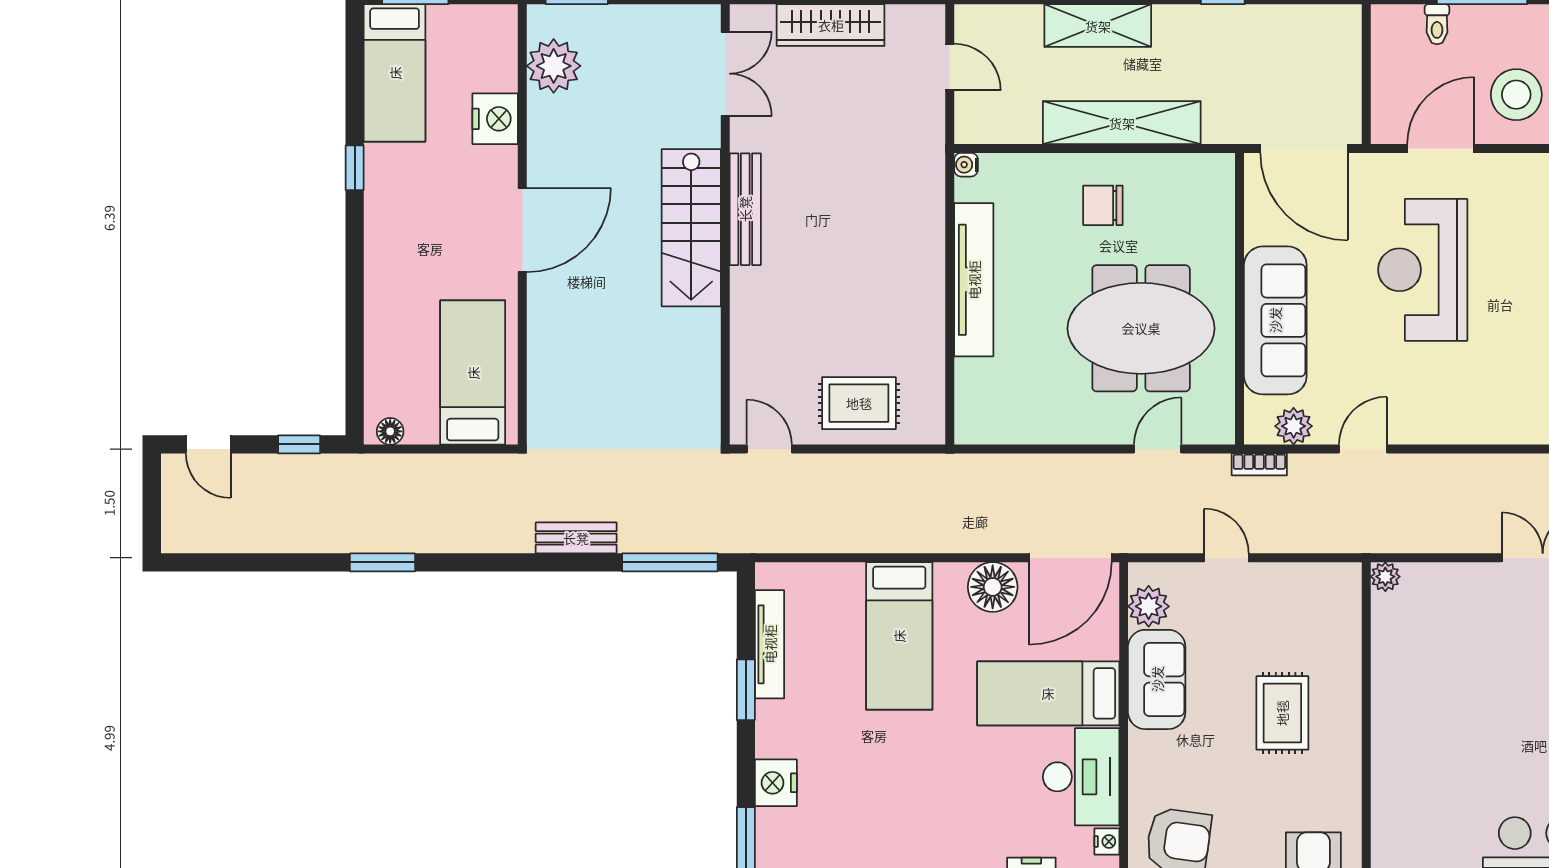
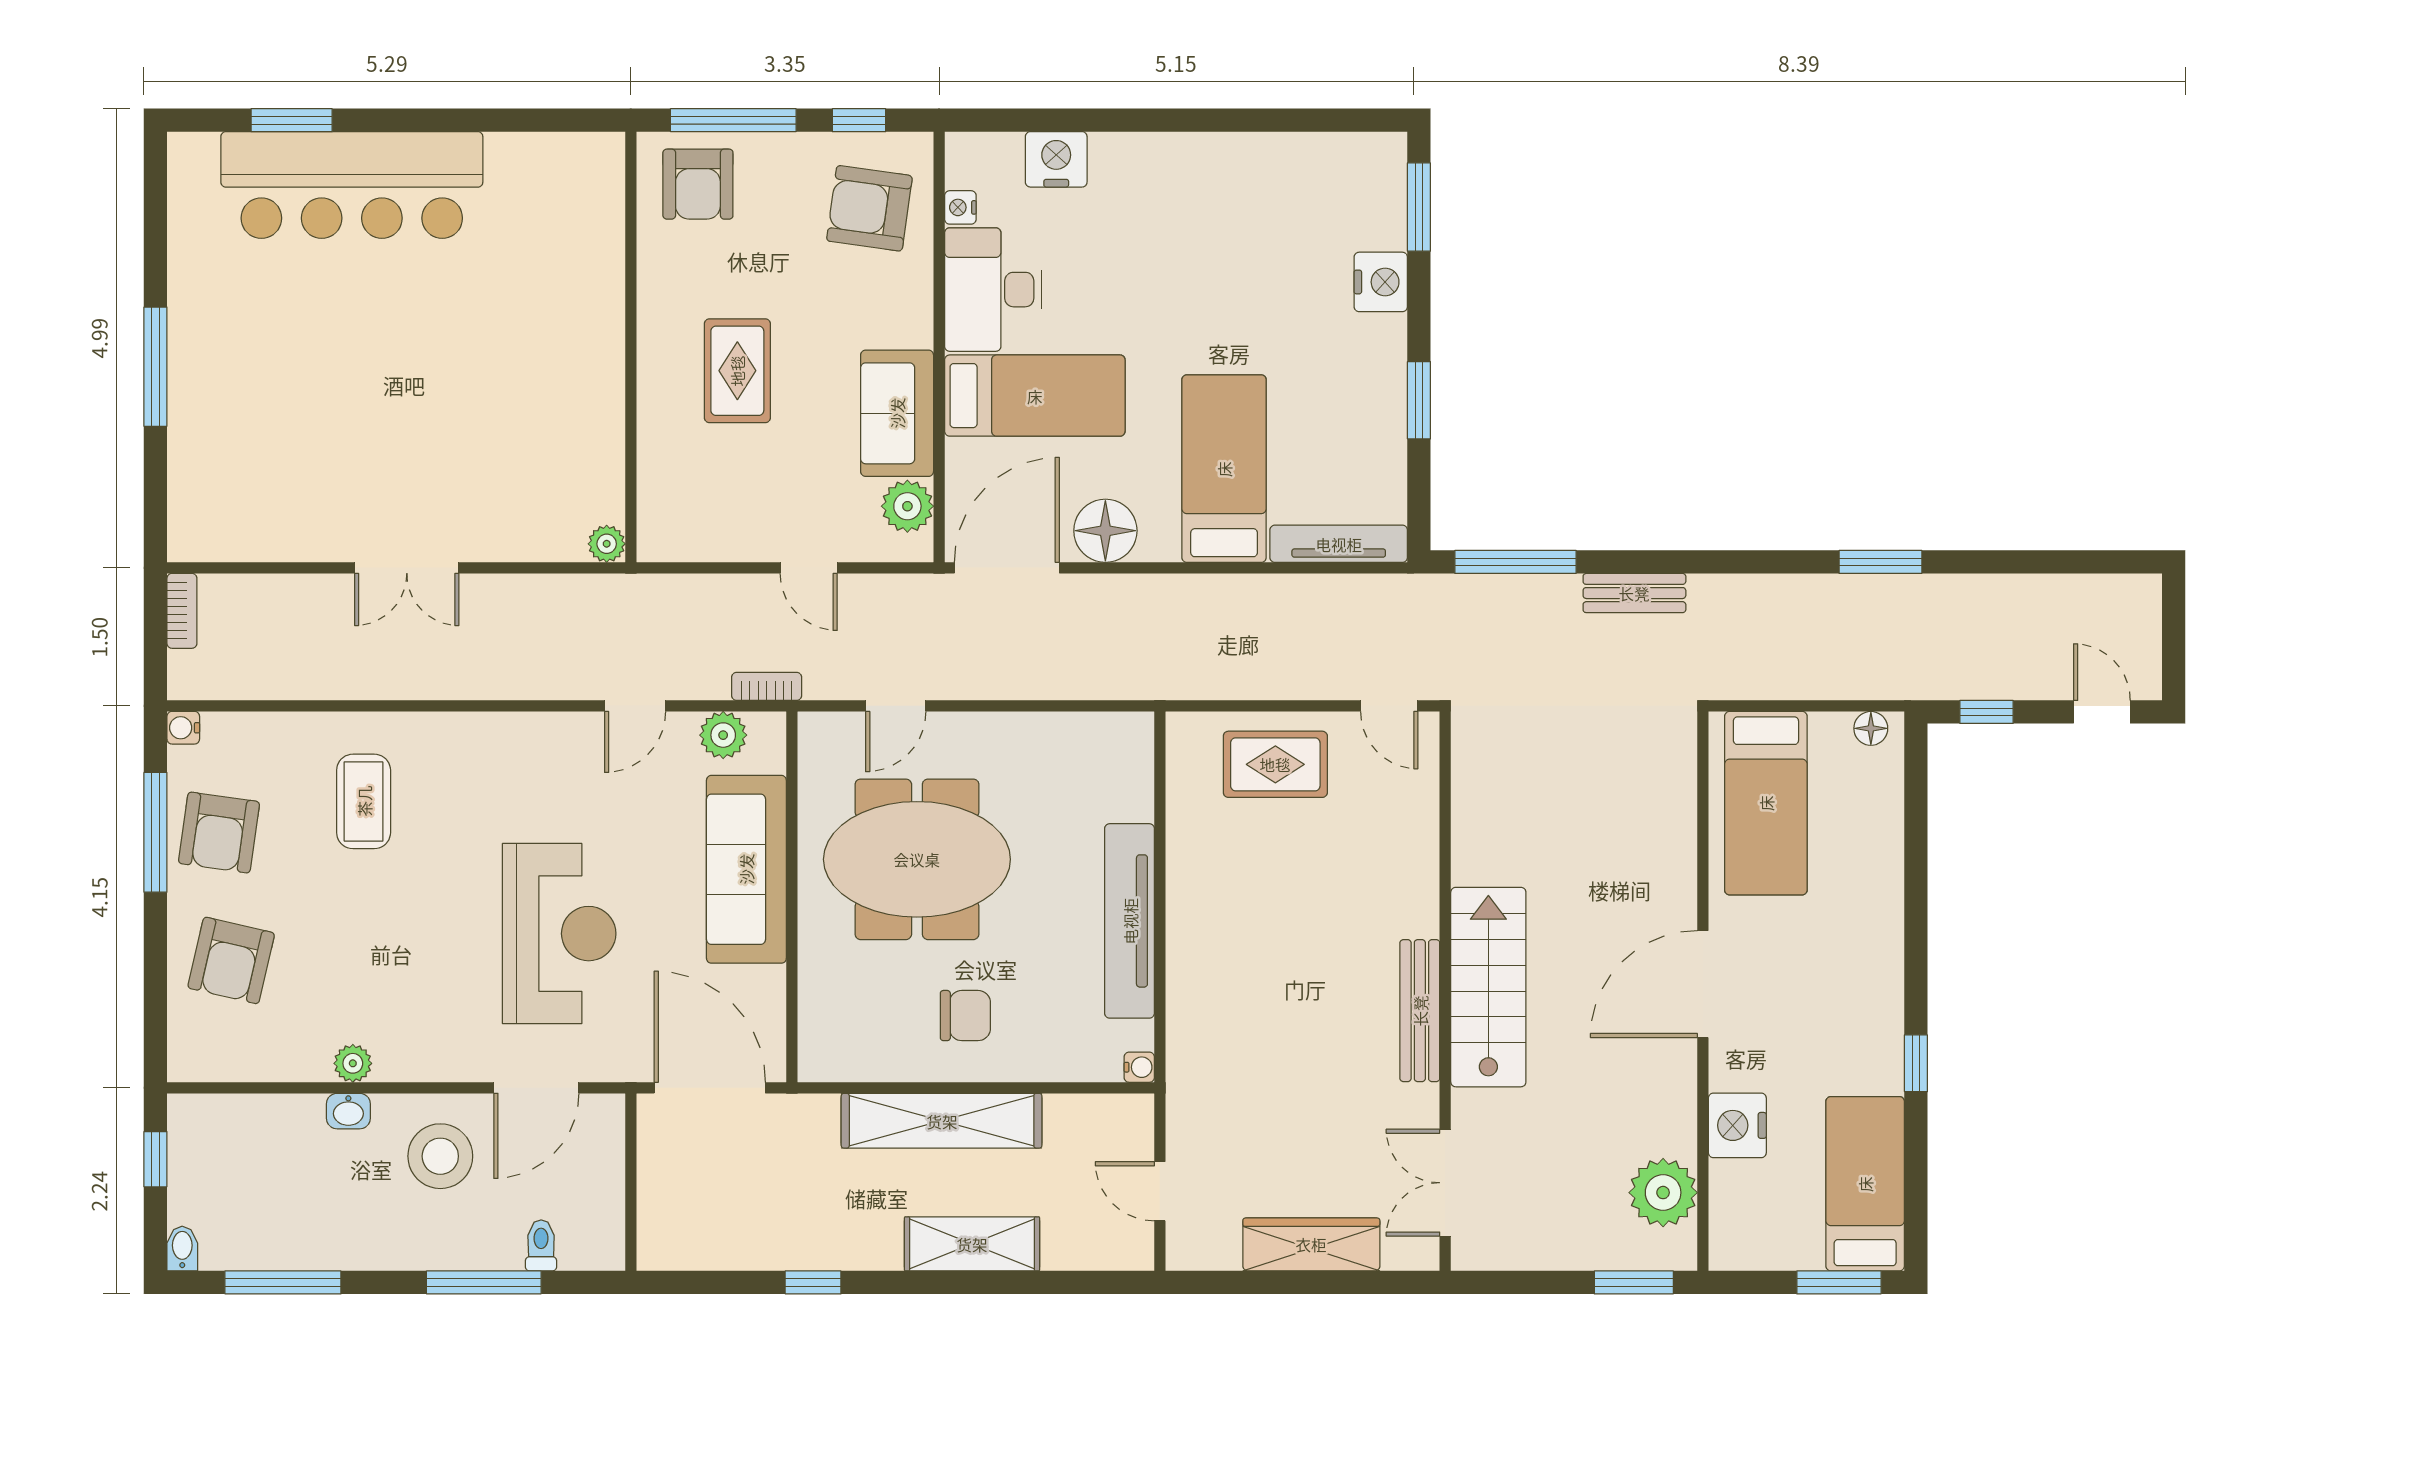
tv unit: (770, 644) -> (1339, 544), moved, turned 90

